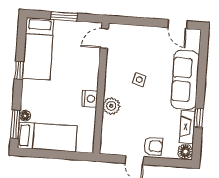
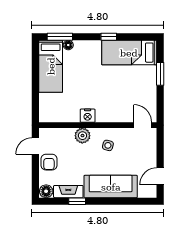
door: (104, 38) -> (143, 125), moved
wall: (101, 88) -> (98, 125), moved
nightstand: (90, 99) -> (88, 116), moved
plant: (111, 106) -> (82, 136), moved

